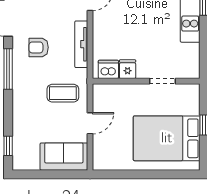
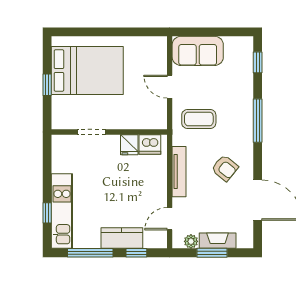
armchair: (39, 47) -> (225, 168), turned 39
window: (8, 69) -> (258, 121), moved
door: (90, 123) -> (170, 87), hinge flipped

